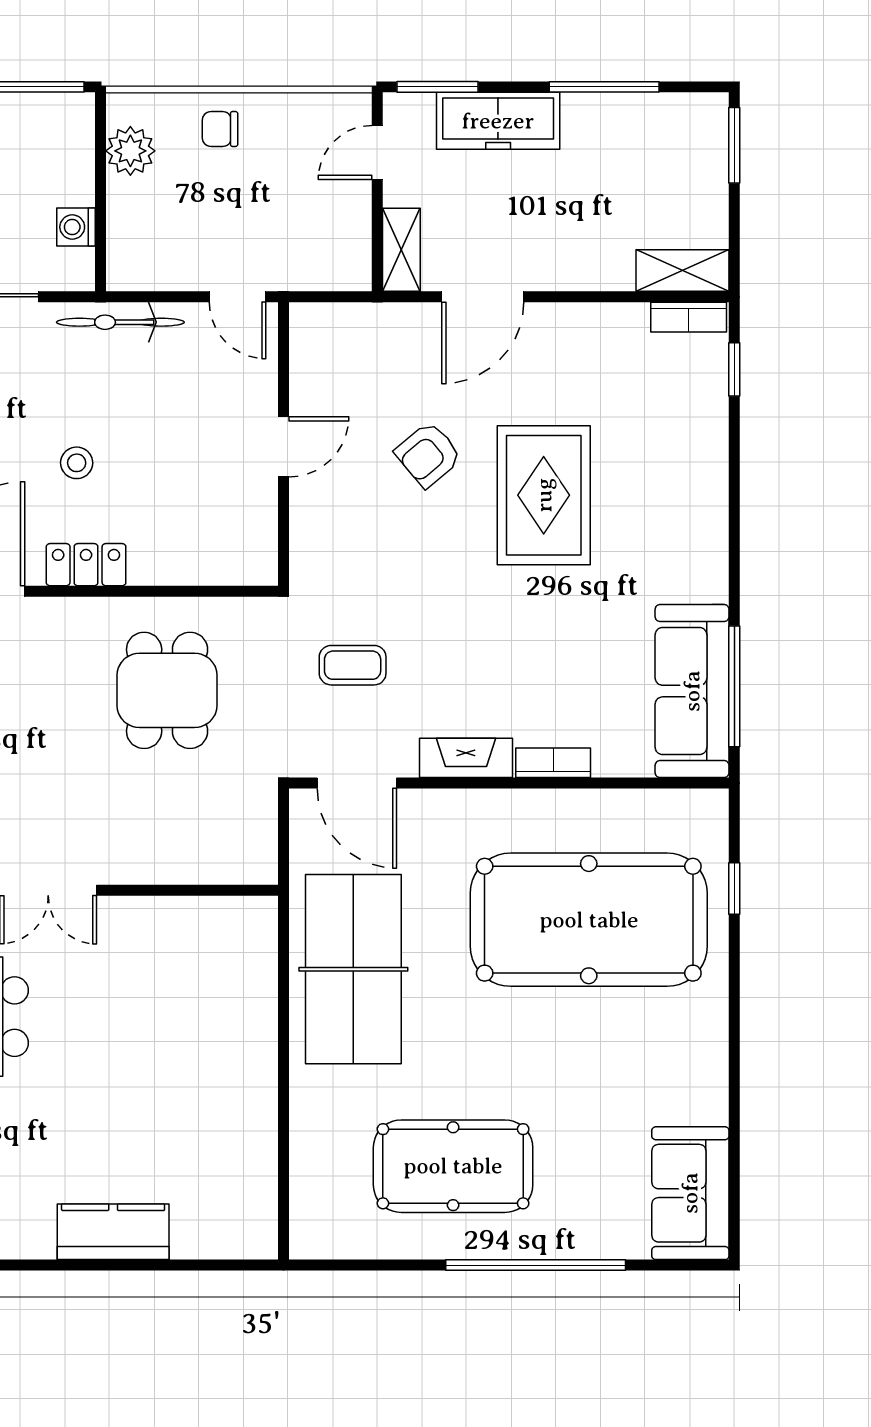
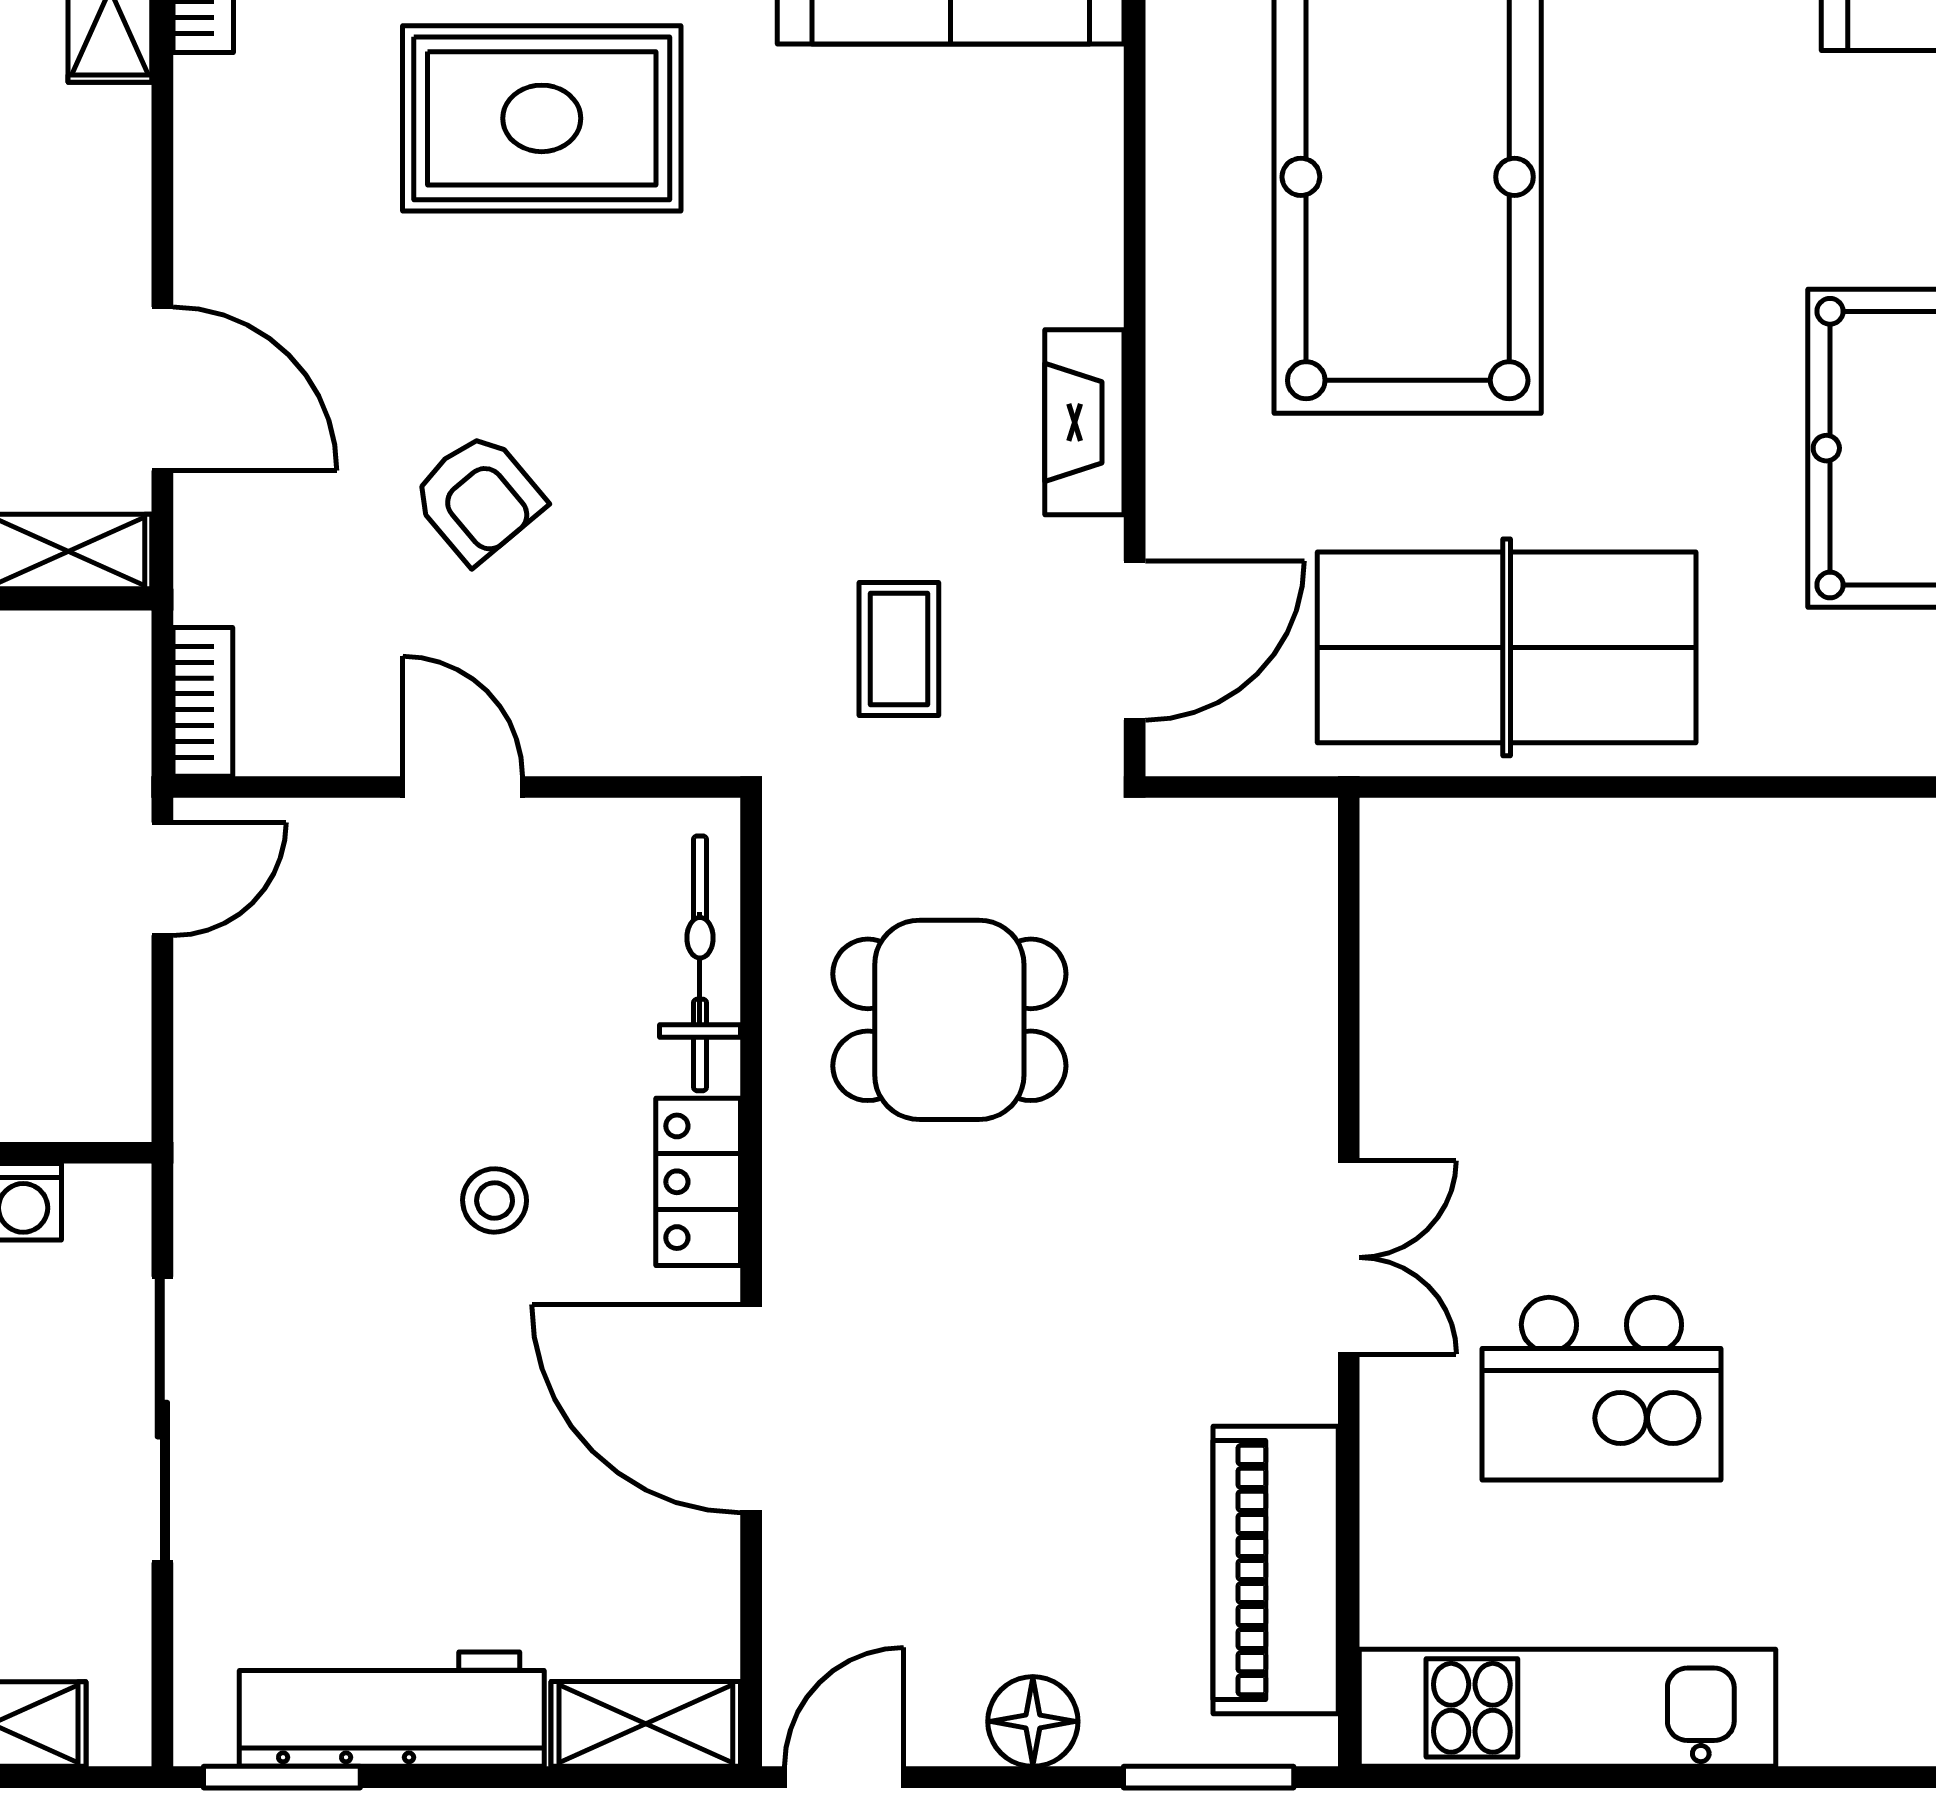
bicycle: (120, 322) -> (700, 963), moved, turned 180
rug: (544, 495) -> (542, 118), moved
bookcase: (553, 763) -> (203, 702), moved, turned 180

